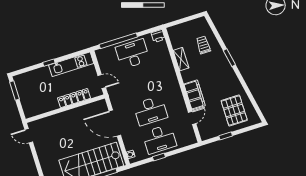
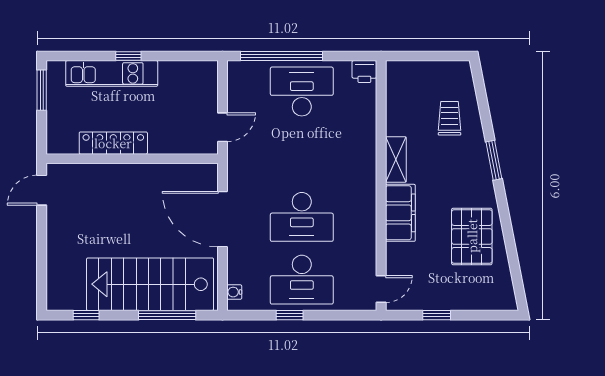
shelving: (181, 59) -> (396, 160), moved
kitchen unit: (71, 64) -> (112, 73), moved
door: (102, 81) -> (222, 127), hinge flipped
locker: (74, 98) -> (113, 143), moved
pallet: (234, 110) -> (472, 236), moved
door: (192, 118) -> (381, 289), moved
door: (29, 136) -> (42, 190), hinge flipped

